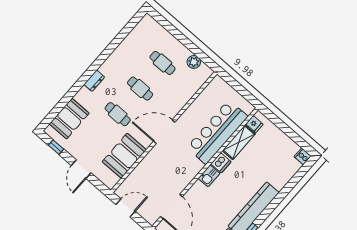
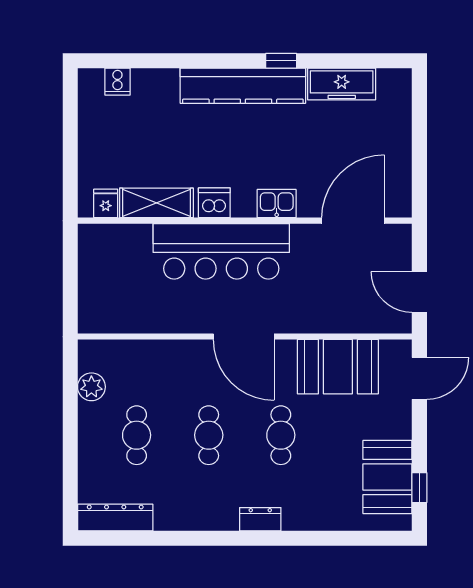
dresser: (140, 30) -> (115, 517), added
booth: (69, 119) -> (387, 477), moved, turned 90
bar counter: (217, 132) -> (221, 251), moved
cooker: (303, 156) -> (117, 82), moved
door: (81, 169) -> (419, 378), moved
kitchen sink: (209, 176) -> (277, 204), moved

